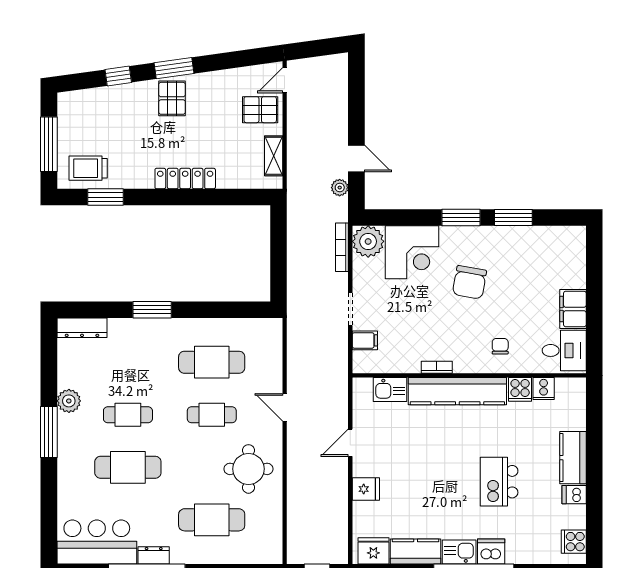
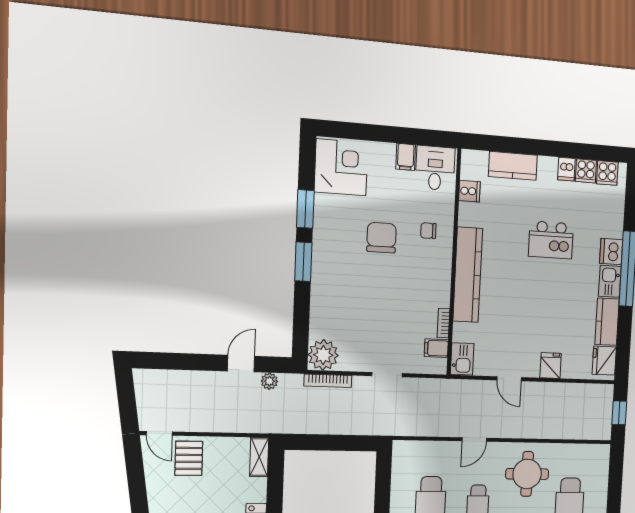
shelving: (274, 156) -> (259, 457), moved, turned 90
corner desk: (412, 252) -> (341, 167), moved
chair: (469, 282) -> (381, 238), moved, turned -100
filing cabinet: (573, 309) -> (406, 157), width x0.50
filing cabinet: (365, 340) -> (436, 348), moved, turned -90
bookcase: (437, 367) -> (443, 323), moved
cooker: (520, 389) -> (586, 171), moved, turned 90
kitchen sink: (390, 390) -> (462, 359), moved
kitchen counter: (573, 458) -> (513, 166), moved

